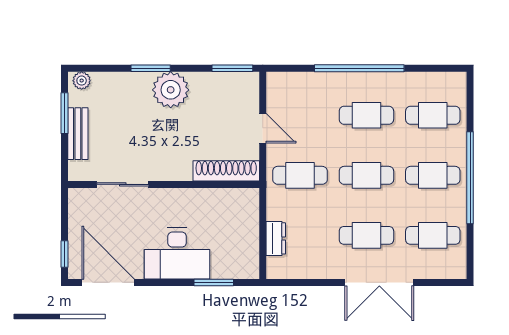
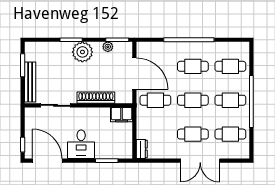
plant: (82, 81) -> (108, 47), moved
door: (263, 128) -> (134, 74), width x1.87
bench: (78, 134) -> (30, 82), width x1.36
shoe rack: (226, 171) -> (96, 98), moved
filing cabinet: (240, 201) -> (122, 115), added
dresser: (276, 238) -> (142, 149), moved
desk: (177, 253) -> (81, 144), width x0.73

